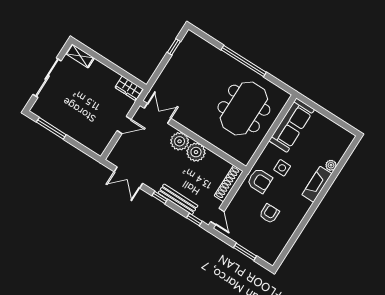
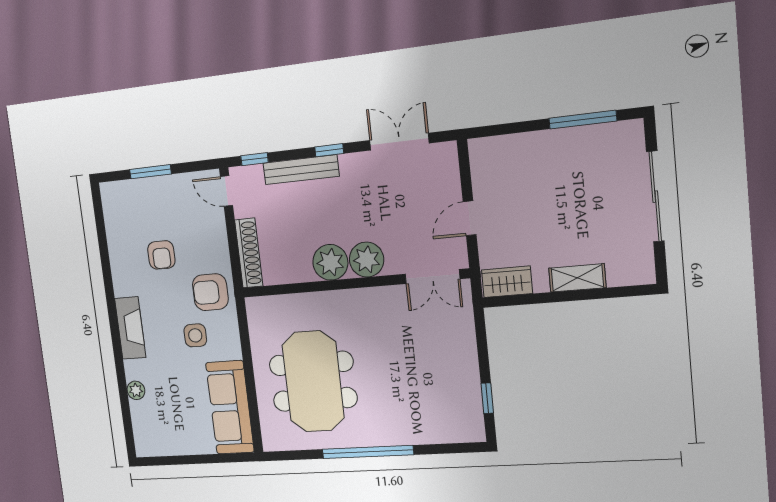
shelving: (80, 56) -> (577, 278), moved
fireplace: (317, 184) -> (130, 328), moved

